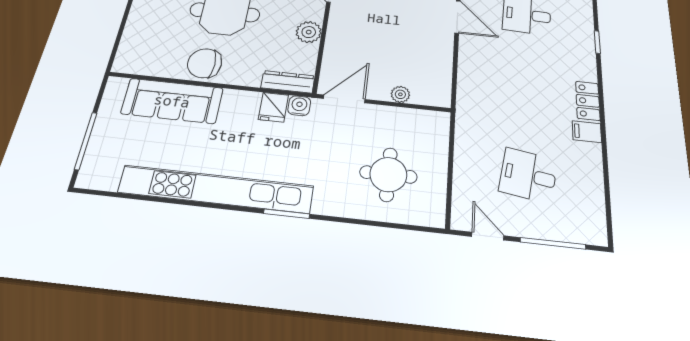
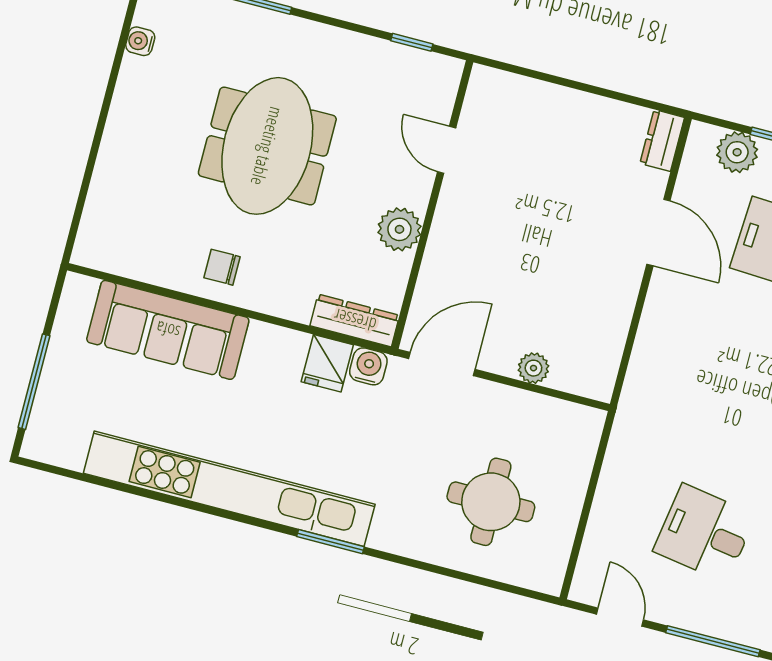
chair: (205, 63) -> (222, 267), width x0.54, depth x0.54

